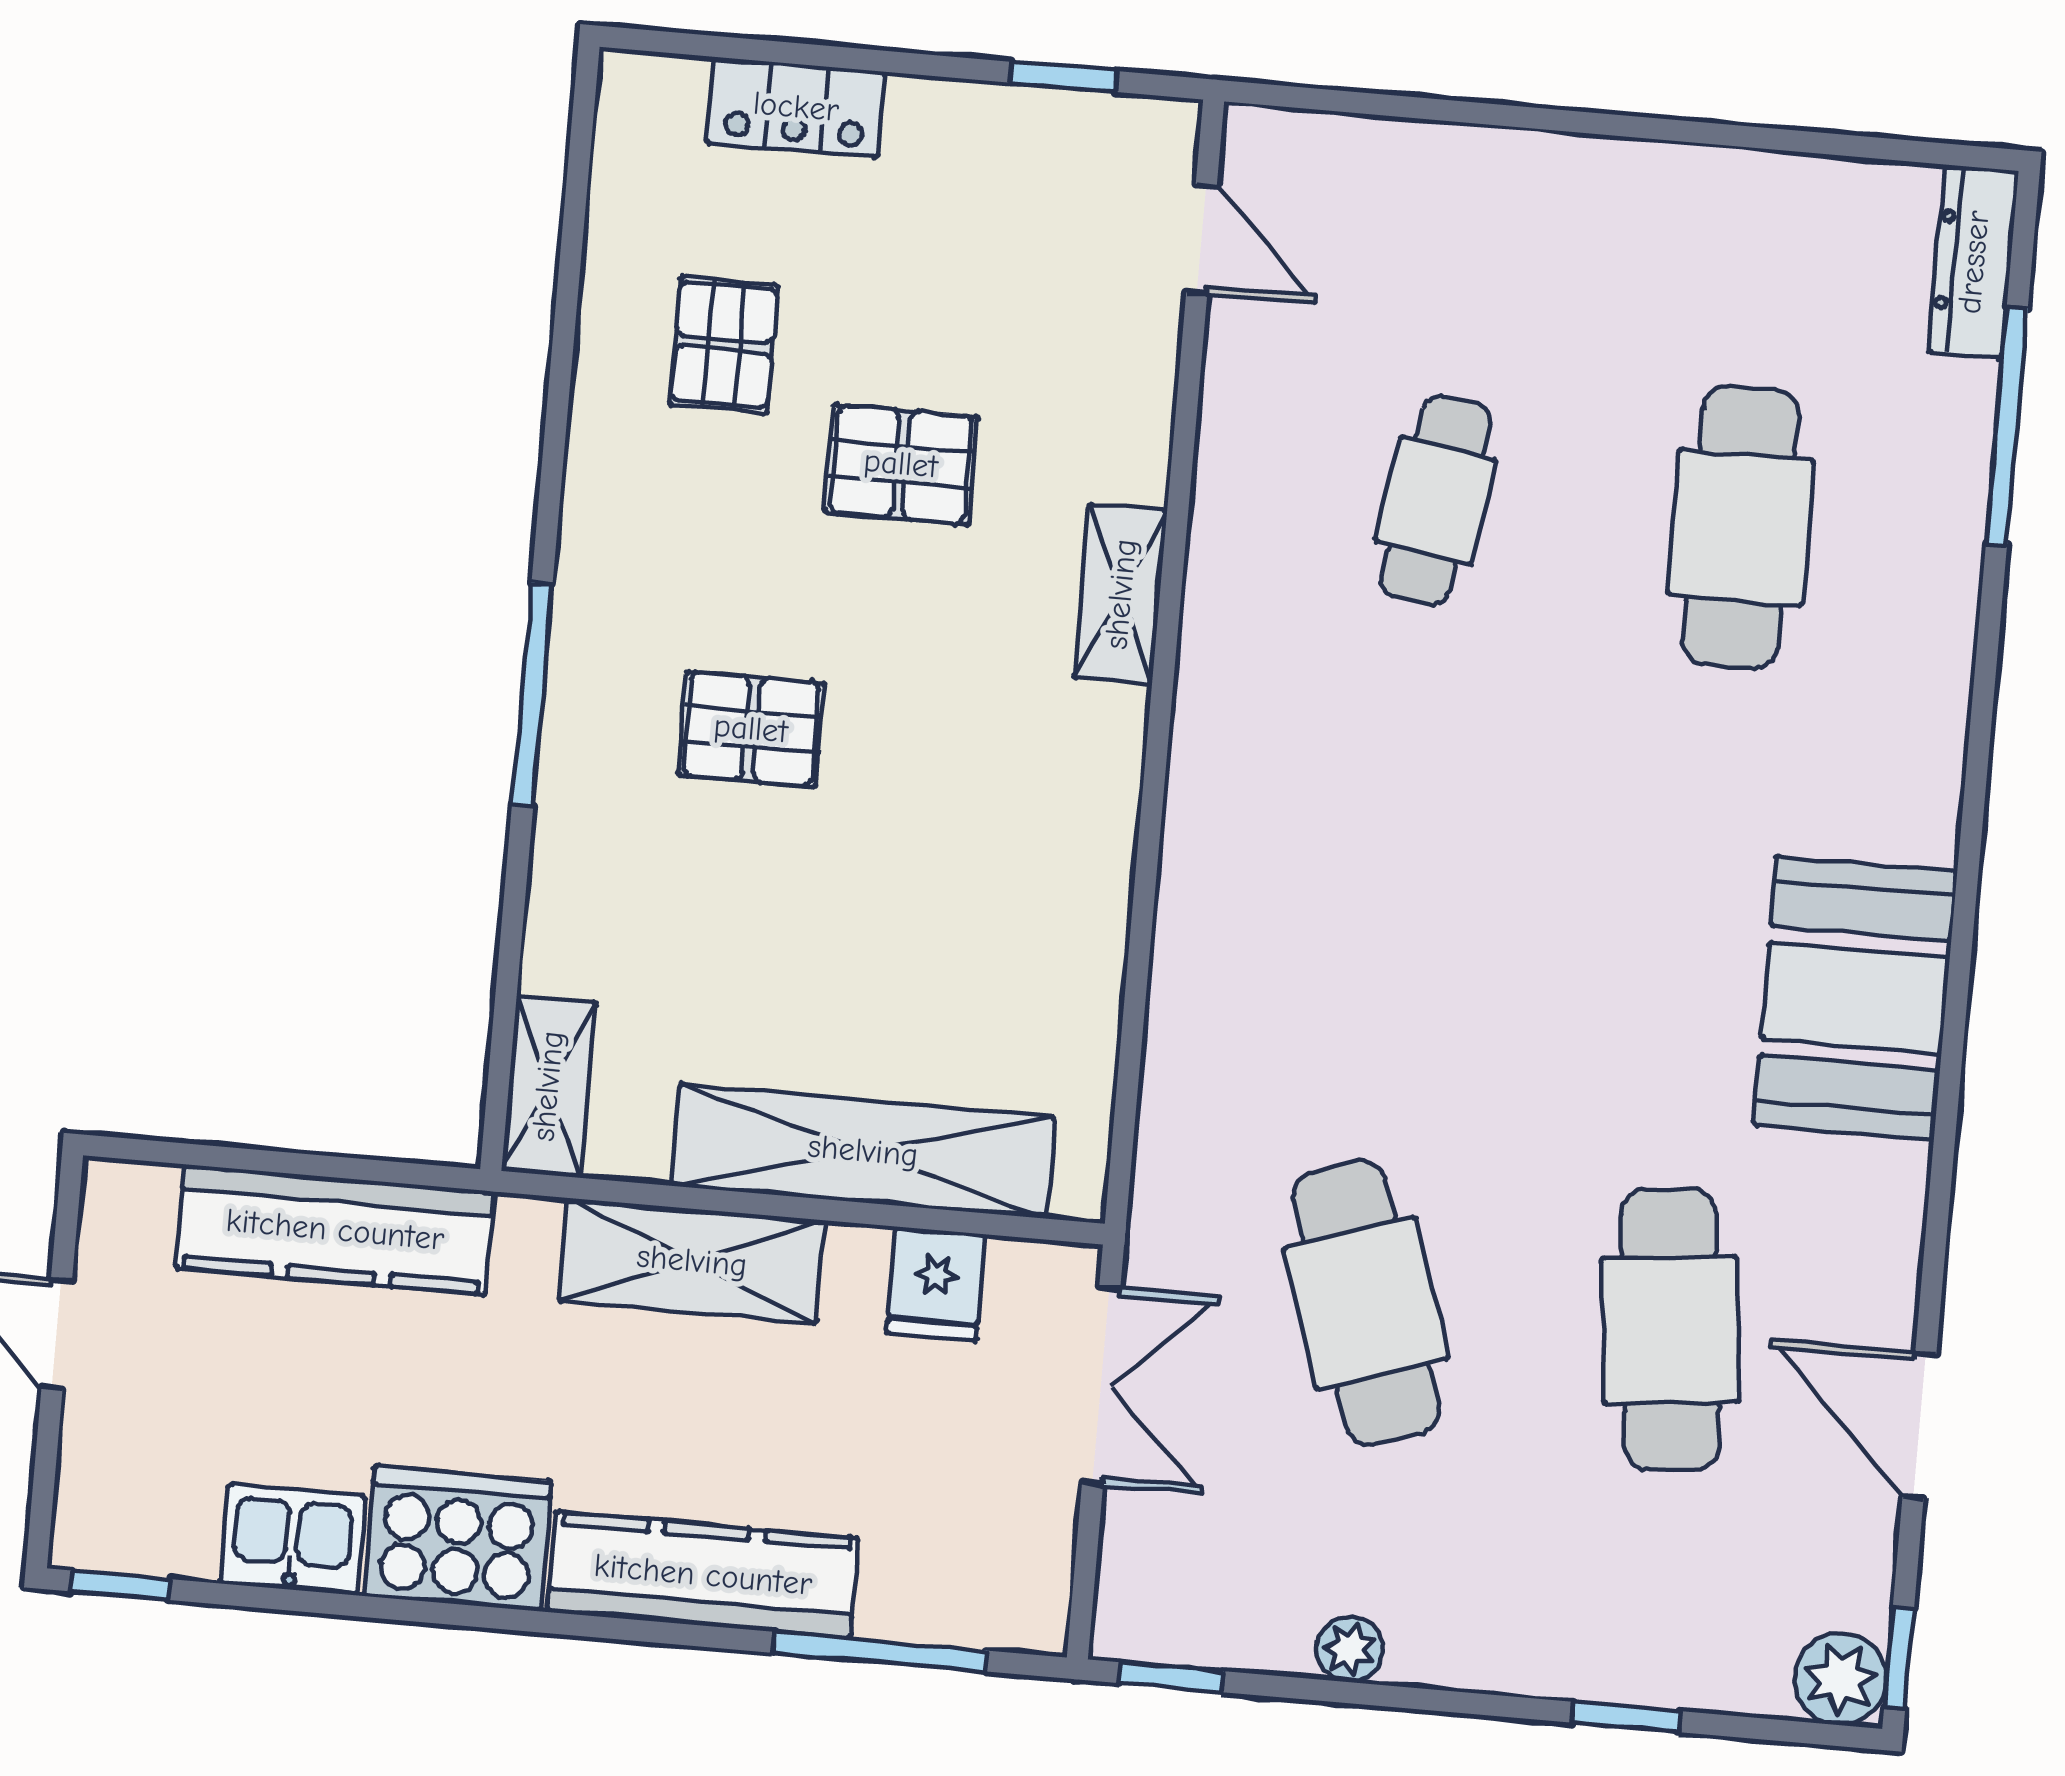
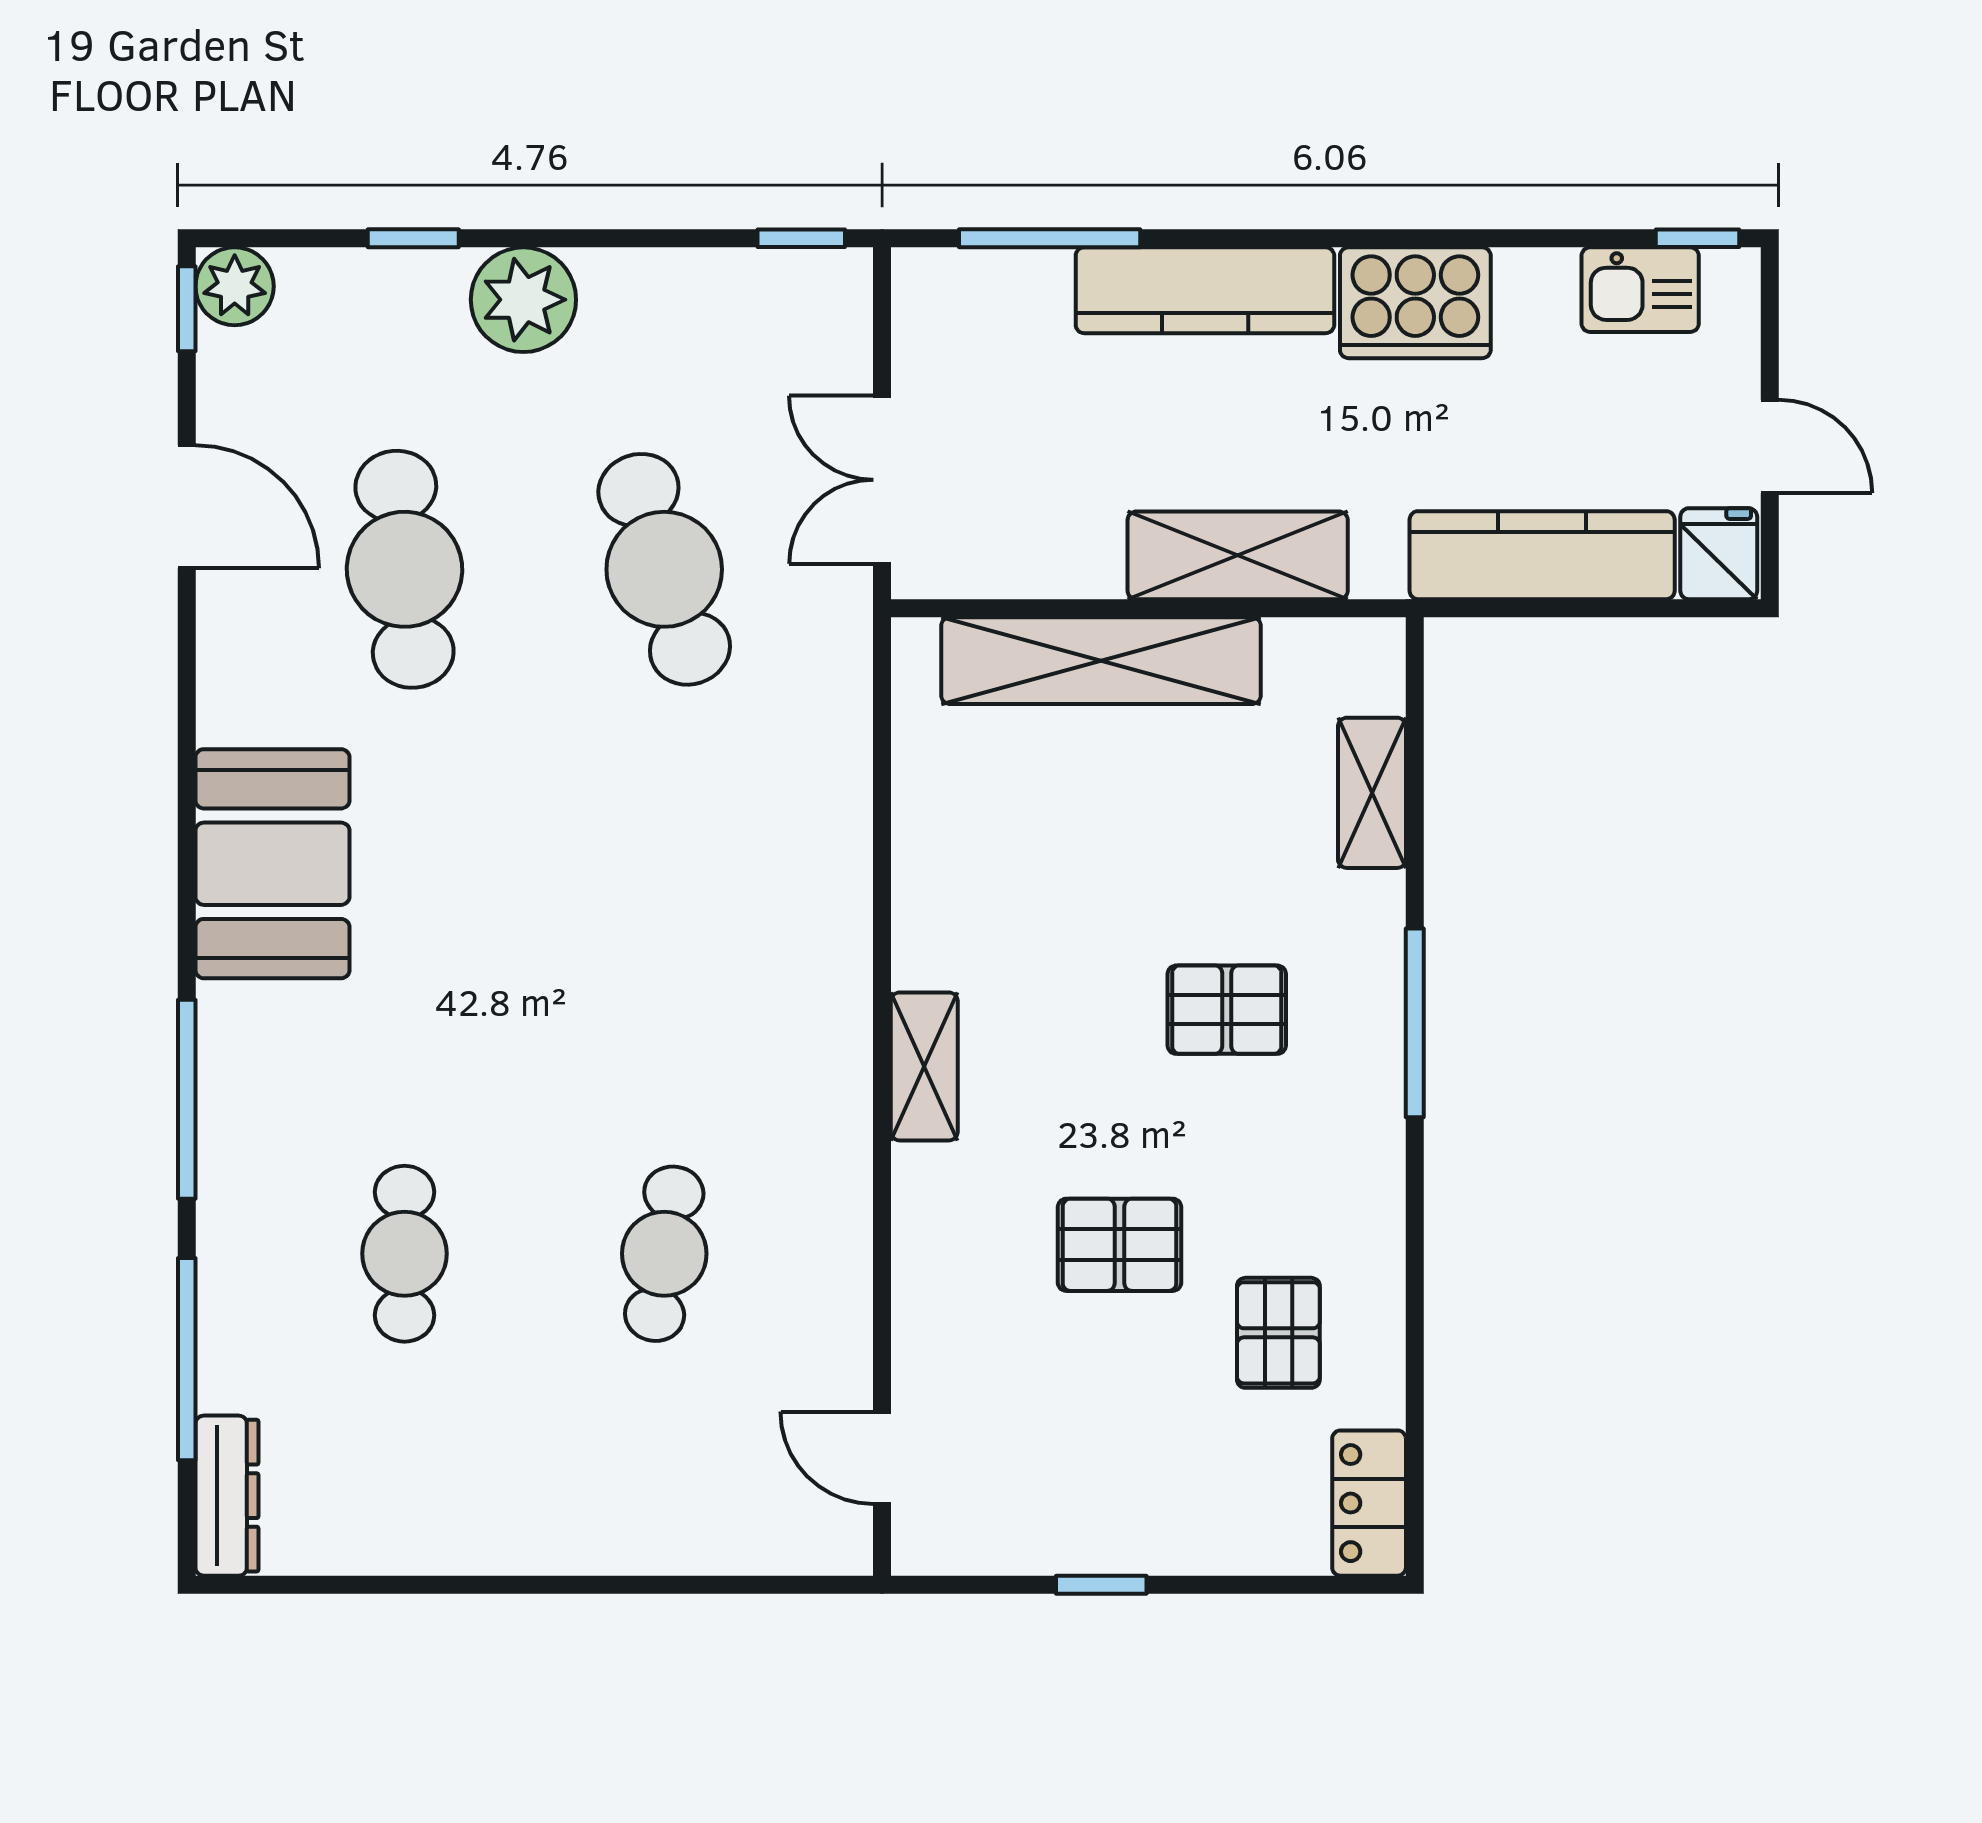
window: (1063, 77) -> (1101, 1585), moved
locker: (796, 107) -> (1369, 1503), moved, turned -90
cafe table: (1741, 527) -> (404, 1254), width x0.73, depth x0.74
shelving: (1121, 594) -> (924, 1066), moved
window: (1980, 731) -> (187, 1099), added
shelving: (548, 1086) -> (1372, 793), moved
fridge: (936, 1284) -> (1719, 554), moved
kitchen sink: (292, 1540) -> (1640, 290), moved
plant: (1350, 1649) -> (523, 300), moved, width x1.87, depth x1.87

